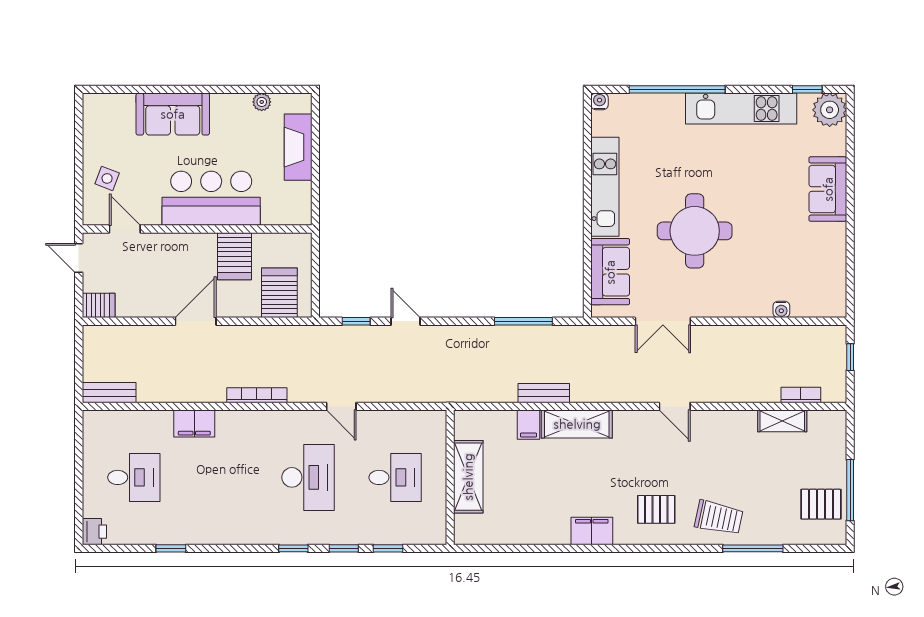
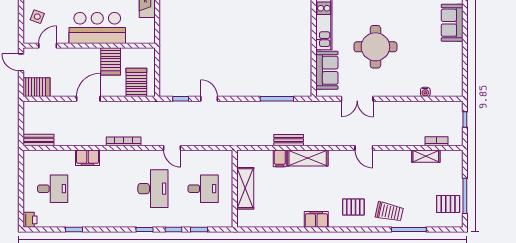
door: (125, 229) -> (48, 46), hinge flipped
server rack: (99, 305) -> (37, 87), width x1.36, depth x1.44

